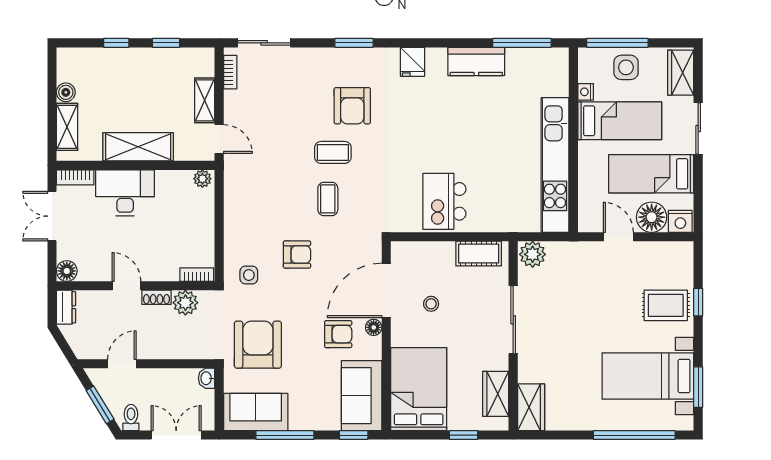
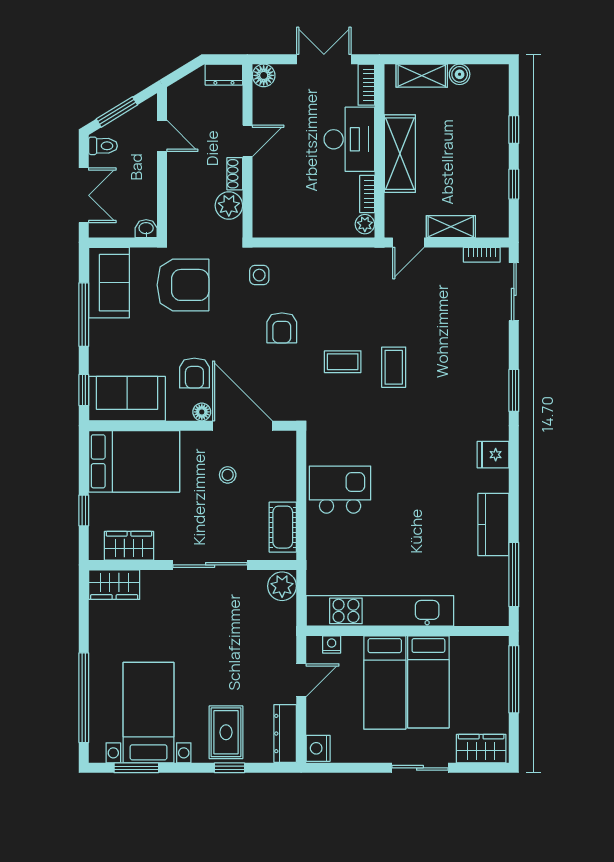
side table: (626, 67) -> (487, 689), removed
nightstand: (586, 92) -> (332, 644), moved
armchair: (352, 106) -> (445, 389), removed
bed: (651, 174) -> (385, 682), moved, turned 180
floor lamp: (652, 217) -> (323, 717), removed
dresser: (667, 251) -> (285, 734), added
bookcase: (197, 275) -> (367, 194), moved, turned 180

